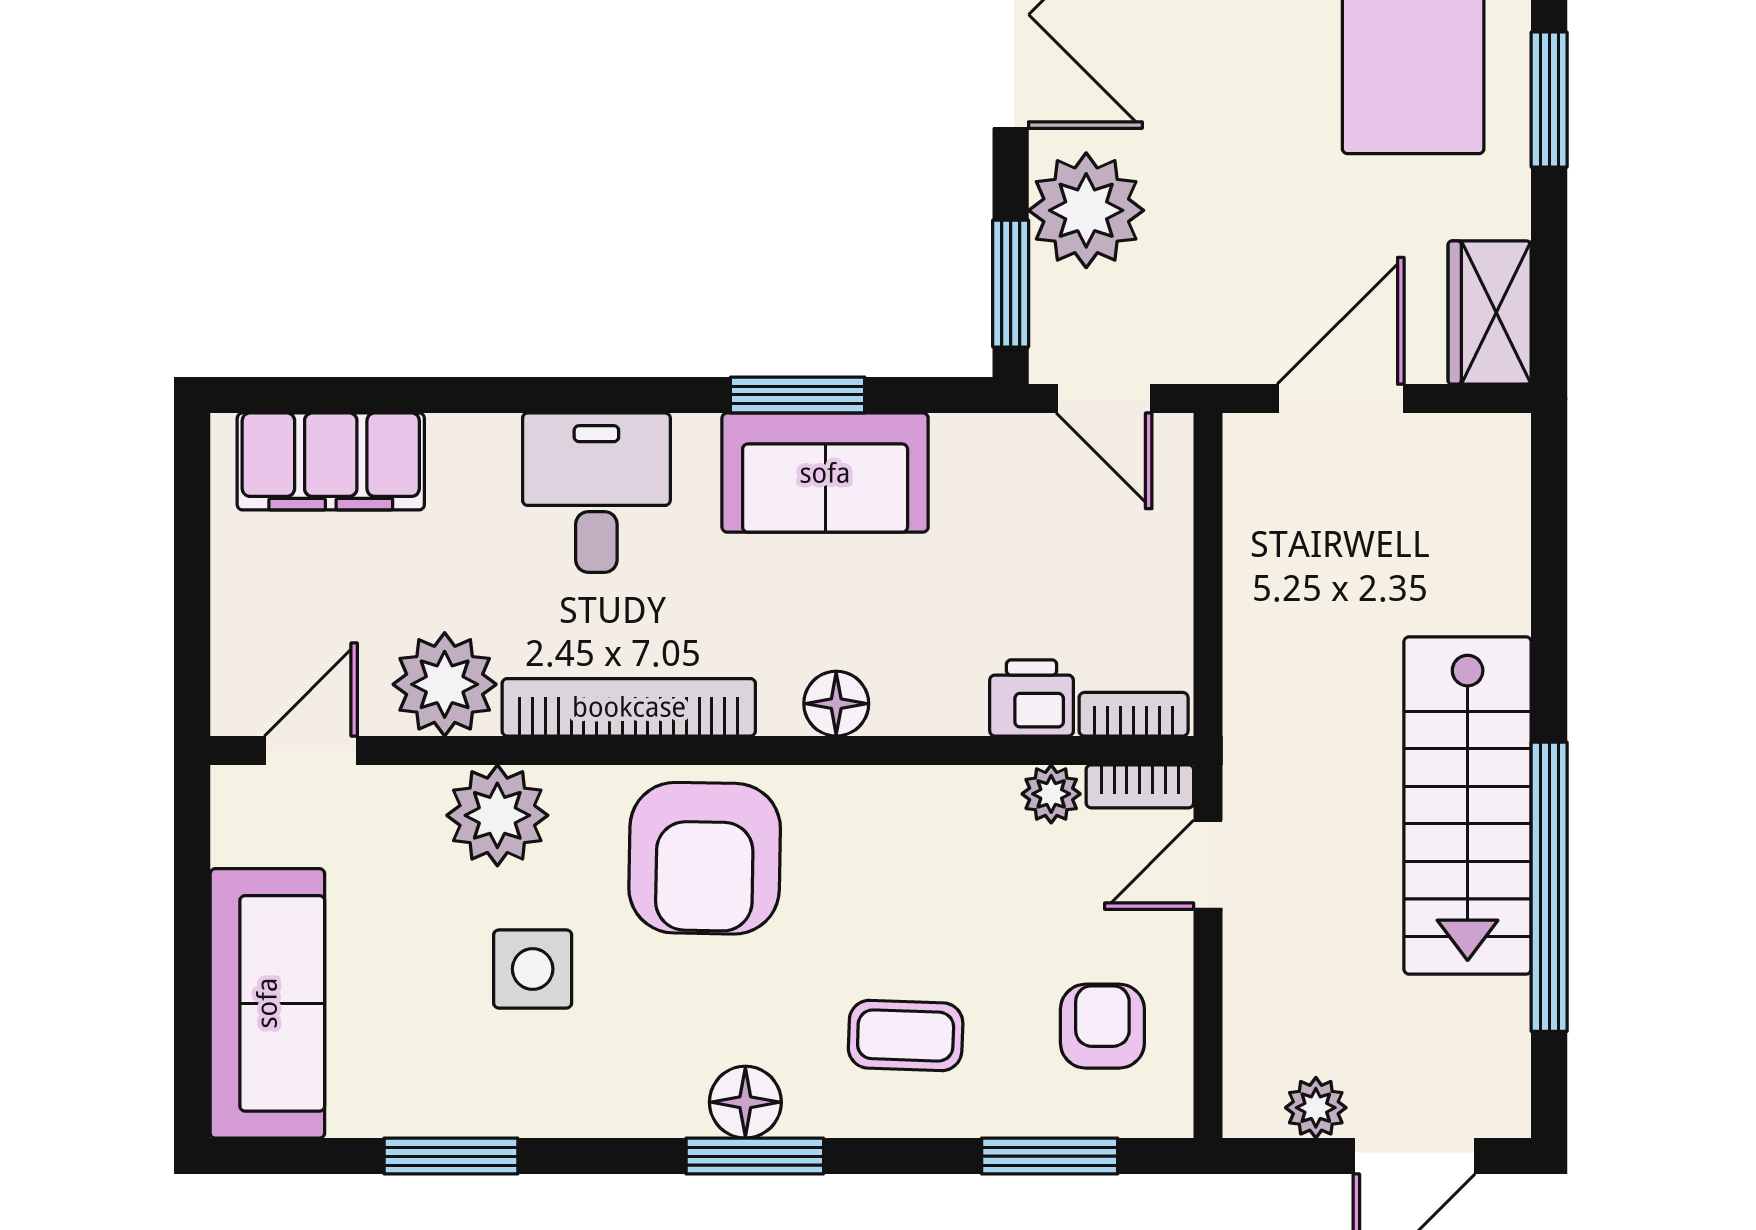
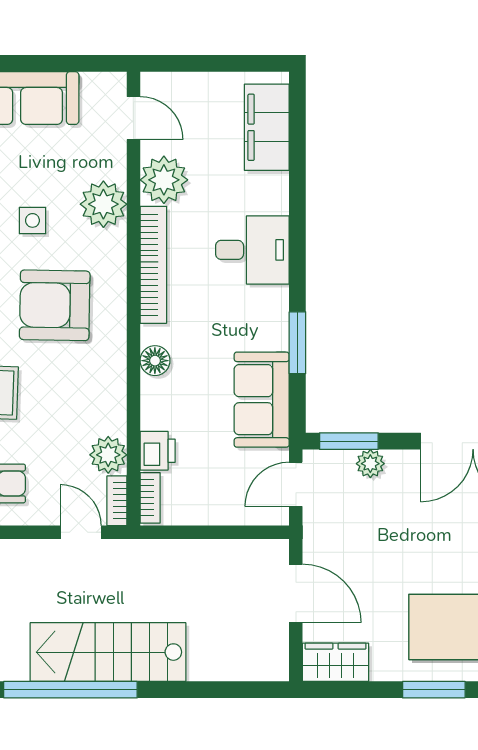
plant: (1086, 210) -> (370, 464), width x0.53, depth x0.53
sofa: (825, 473) -> (262, 400), moved
plant: (1051, 794) -> (108, 455), width x1.38, depth x1.38
armchair: (705, 858) -> (55, 305), moved
side table: (533, 969) -> (32, 220), width x0.73, depth x0.73

